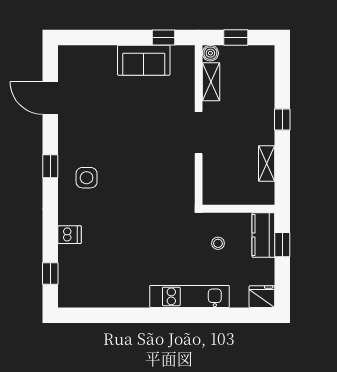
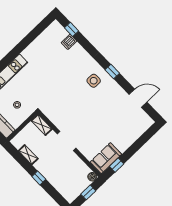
sofa: (144, 60) -> (106, 158), moved
shelving: (211, 82) -> (42, 125), moved
dishwasher: (70, 235) -> (69, 42), moved

